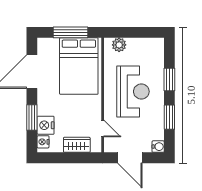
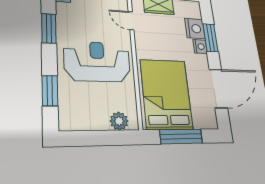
window: (169, 80) -> (50, 91), moved
reception desk: (133, 92) -> (97, 62), turned 90
nightstand: (43, 142) -> (200, 47), moved

